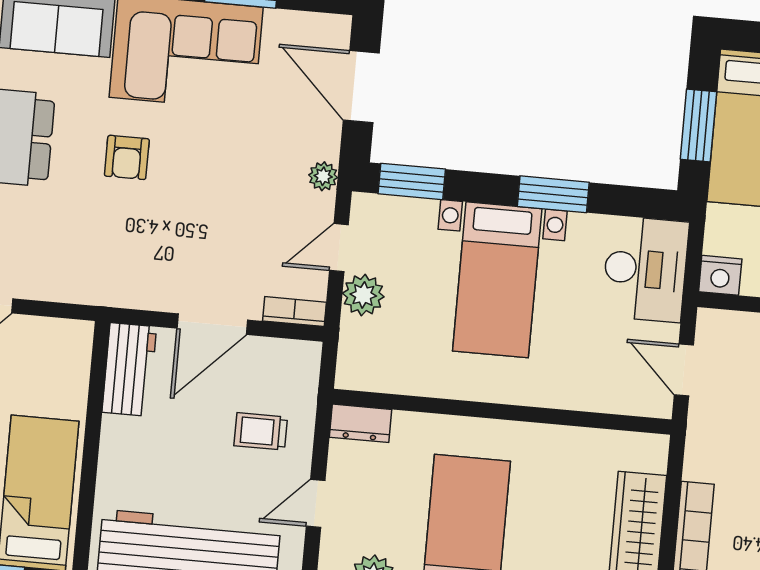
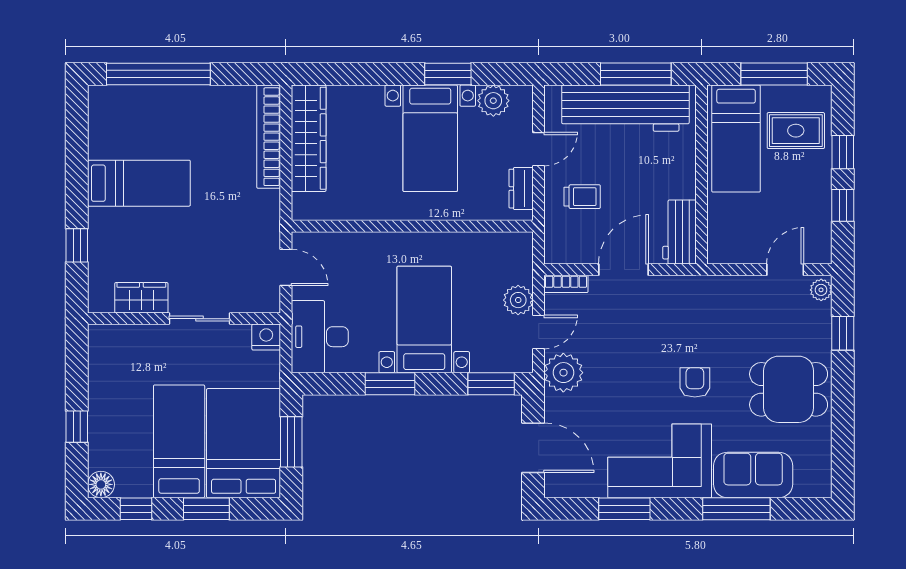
plant: (323, 176) -> (563, 373), width x1.88, depth x1.88
dresser: (361, 423) -> (521, 189), moved, turned -90

